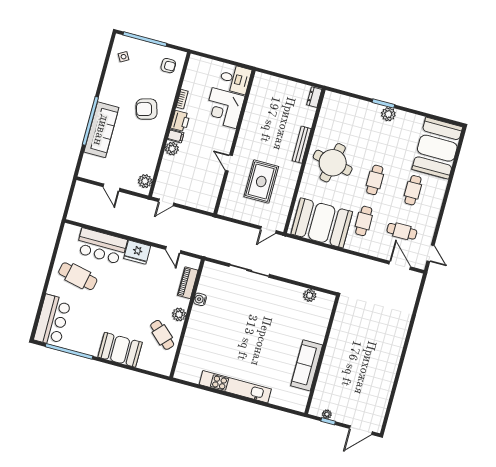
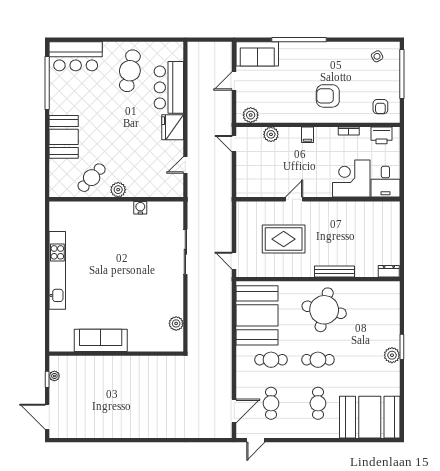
armchair: (147, 109) -> (328, 96), turned -74
printer: (180, 121) -> (381, 135), moved
sofa: (101, 130) -> (257, 54), moved, width x0.73
plant: (172, 149) -> (271, 134), moved
cafe table: (413, 190) -> (318, 403), turned 90
piano: (188, 283) -> (155, 190), removed

